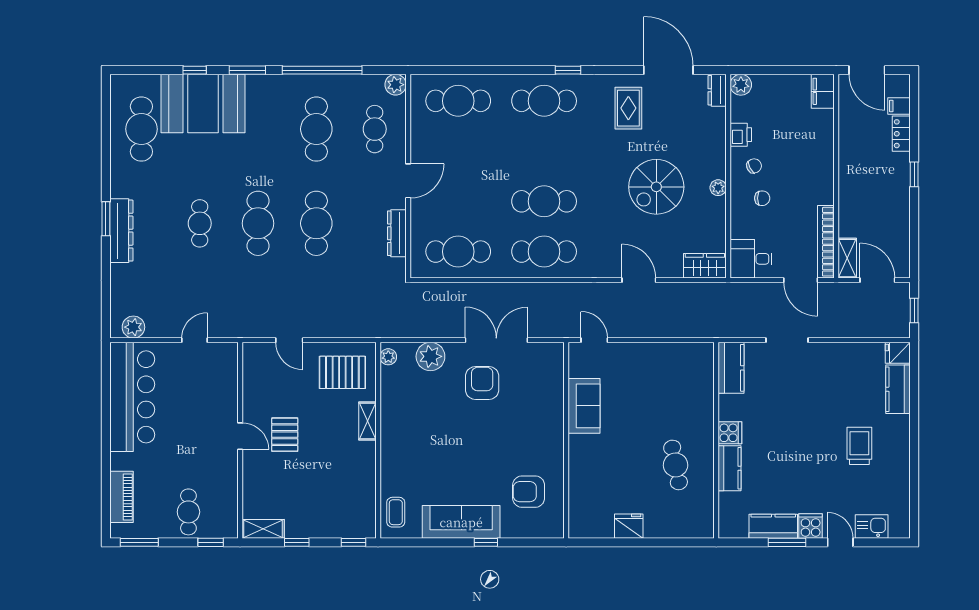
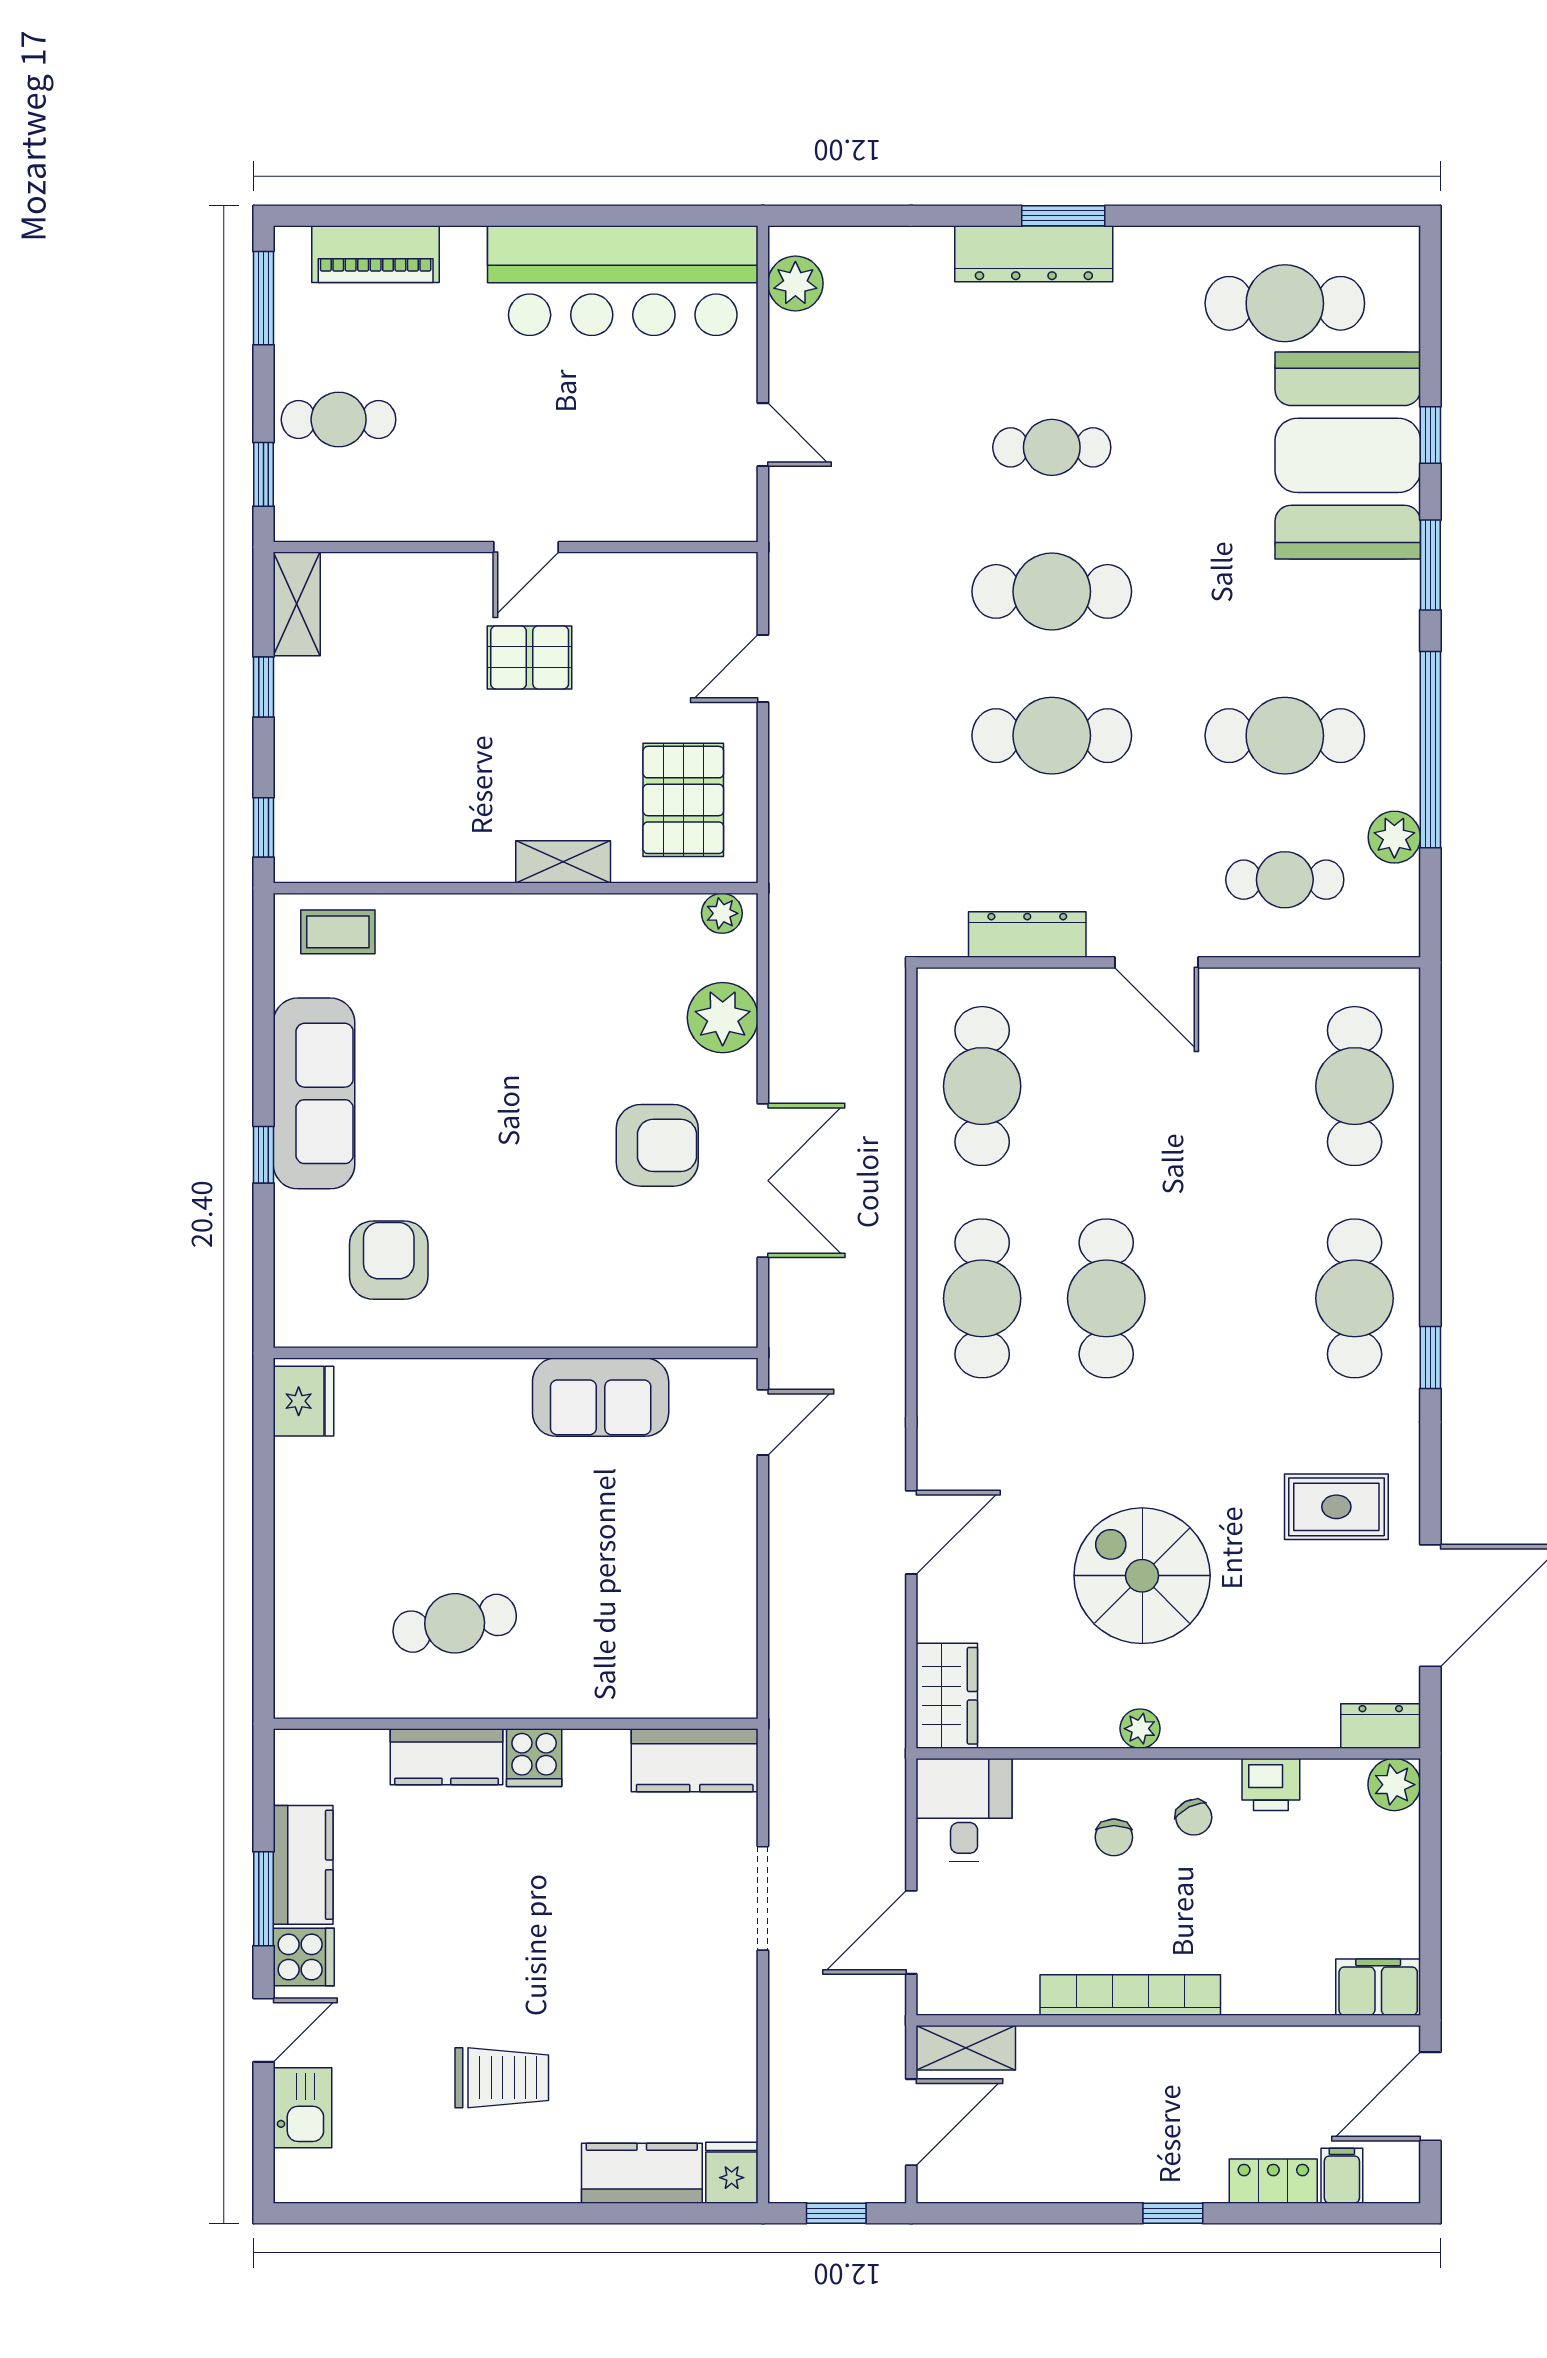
plant: (396, 85) -> (1394, 837), moved
bookcase: (826, 242) -> (1130, 1995), moved
fridge: (629, 526) -> (304, 1401), moved

